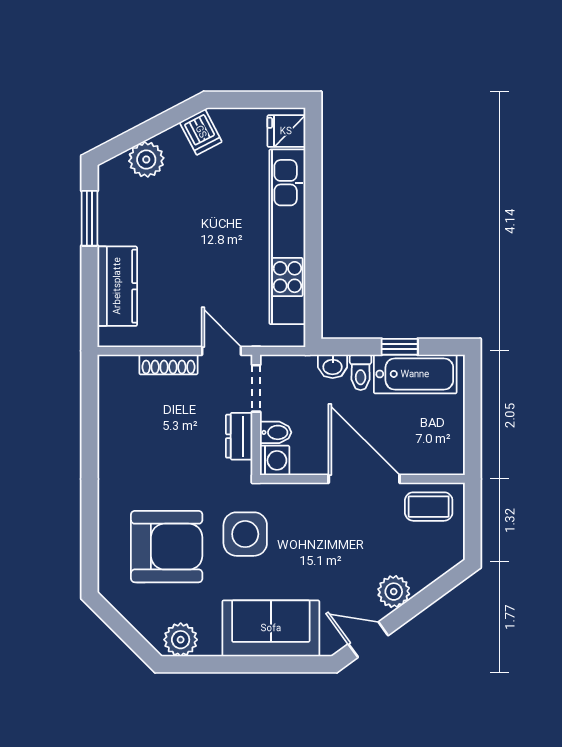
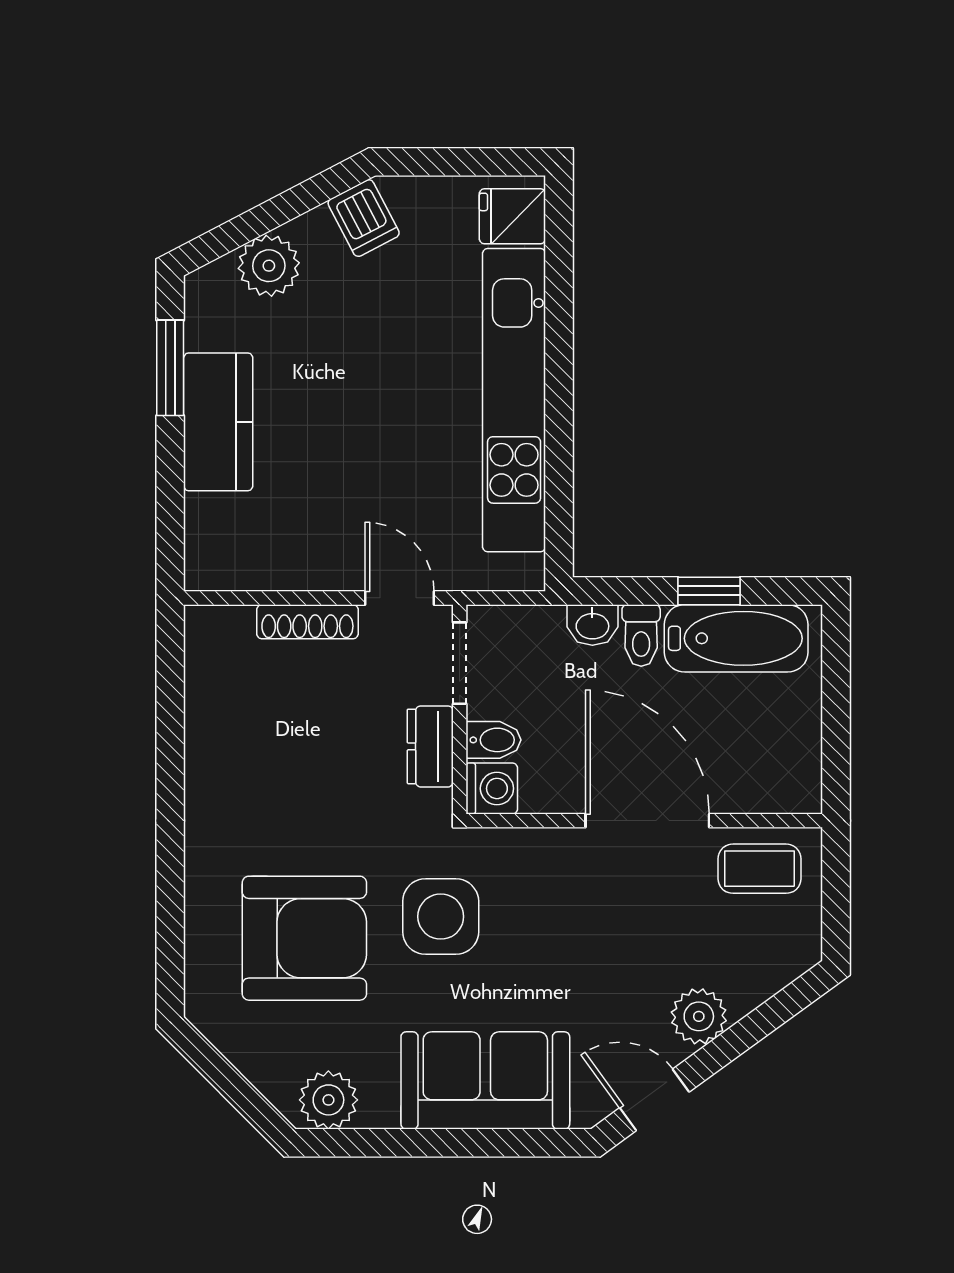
kitchen counter: (117, 286) -> (218, 422), moved

